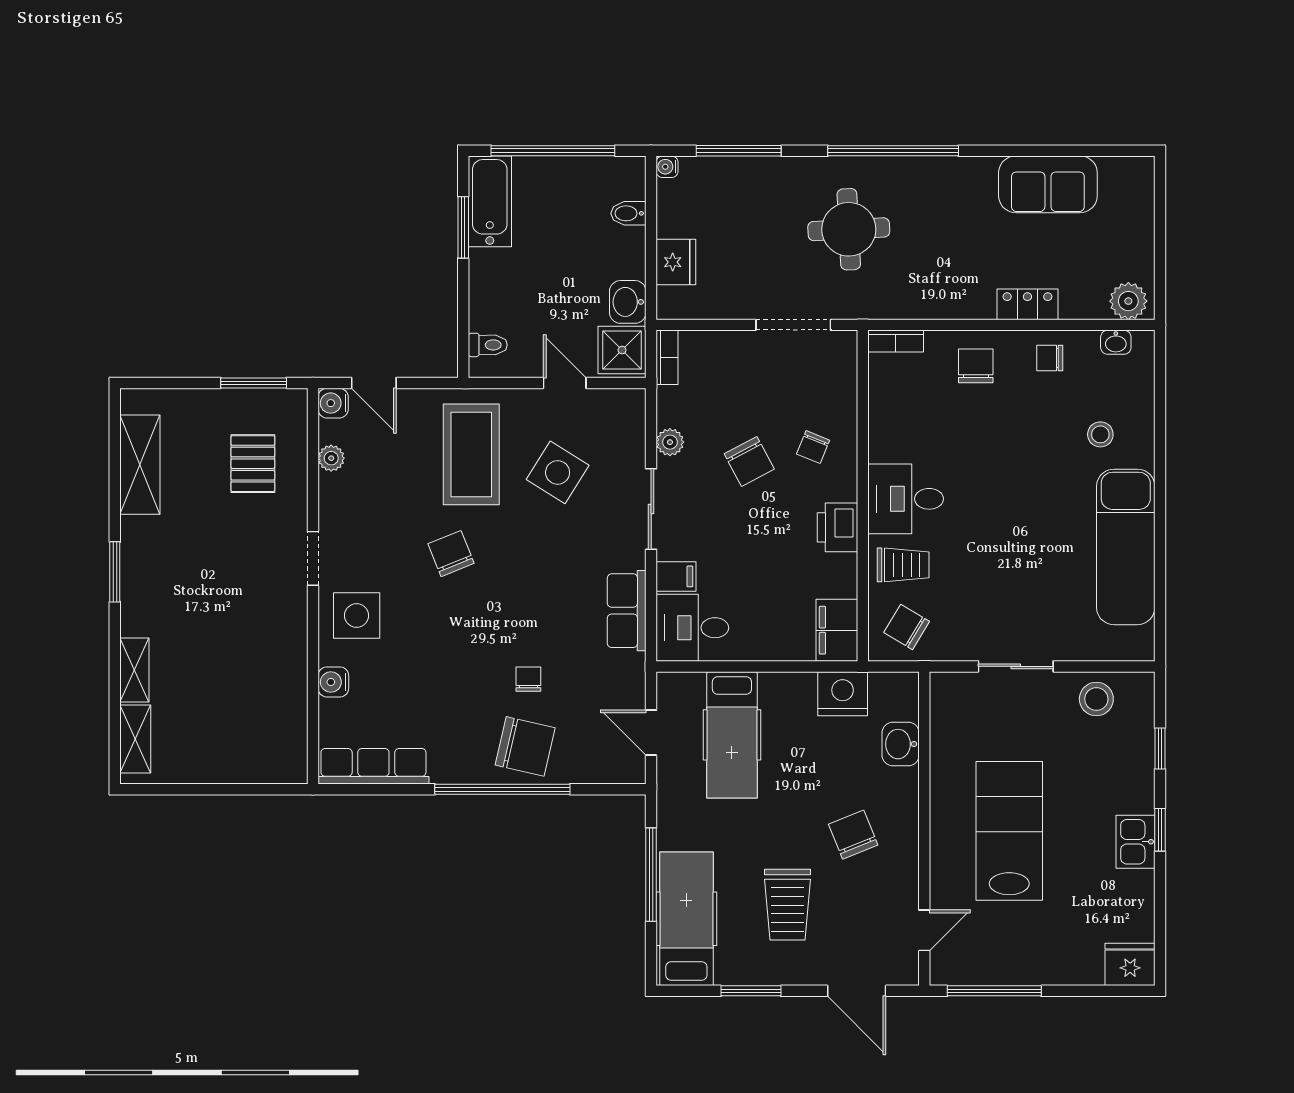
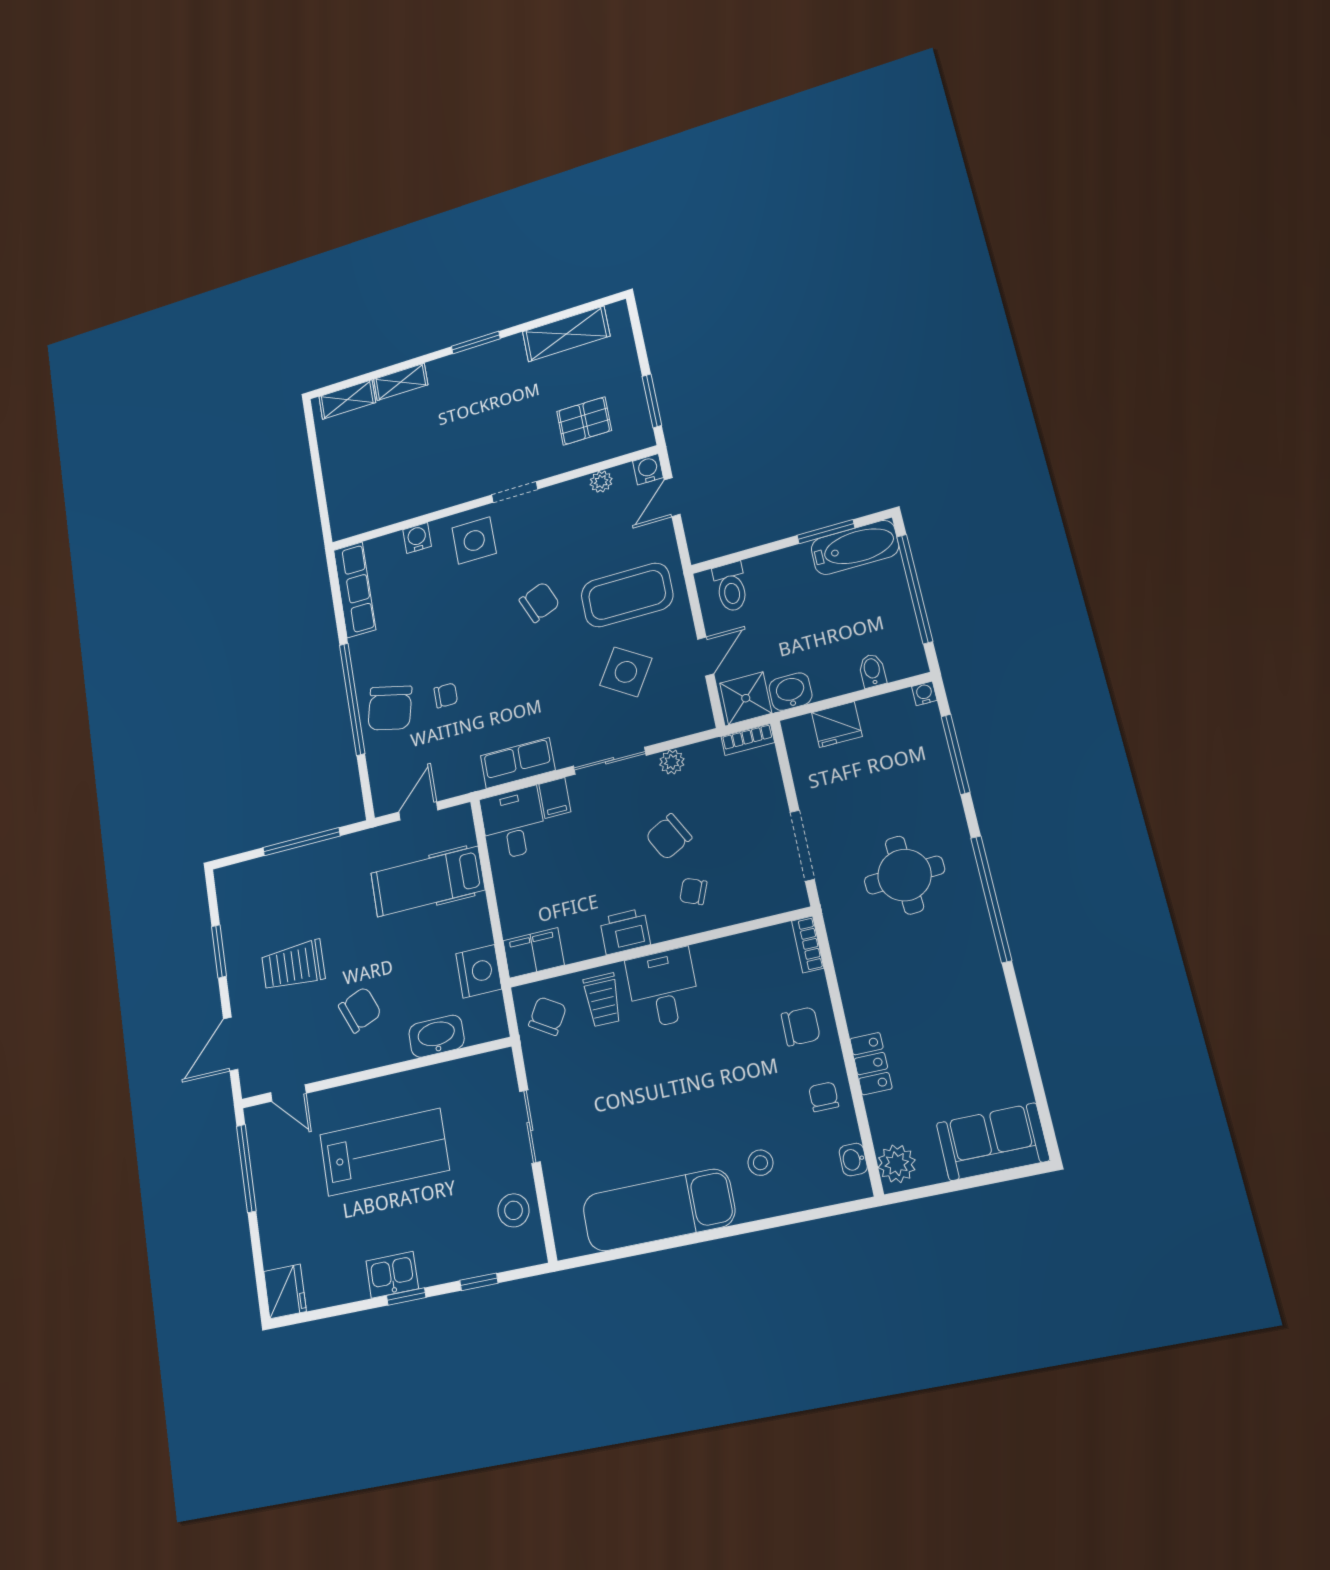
sofa: (1048, 184) -> (993, 1142), moved, turned 90
toilet: (488, 345) -> (731, 587), width x1.37, depth x1.39
washbasin: (901, 744) -> (437, 1036), width x1.38
hospital bed: (686, 919) -> (270, 881), removed

